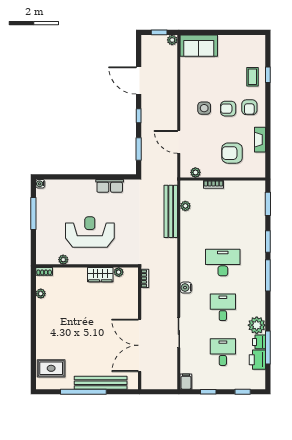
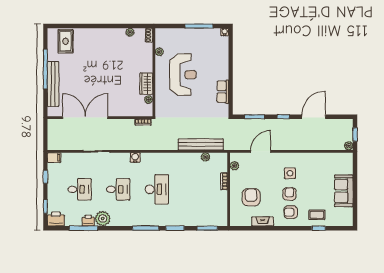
sofa: (199, 46) -> (344, 191), moved
printer: (257, 360) -> (56, 219), moved

